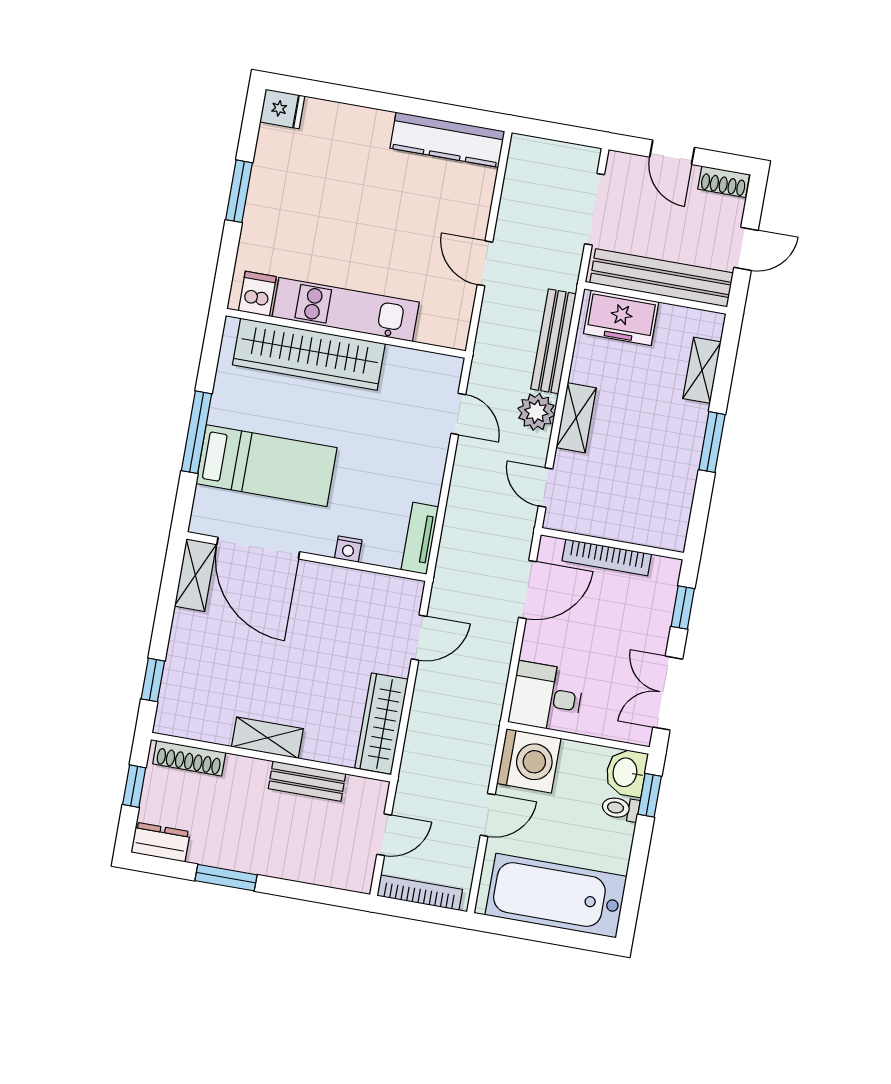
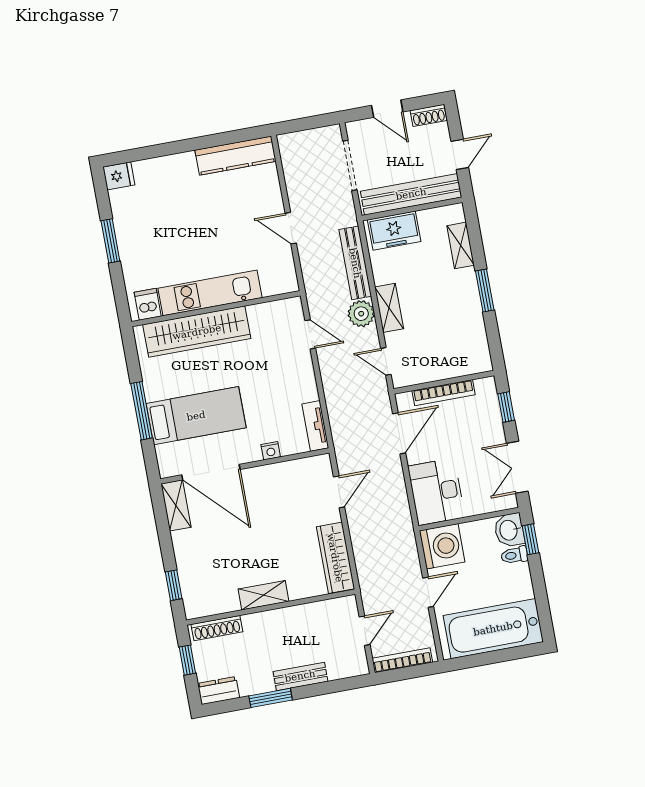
desk: (546, 697) -> (436, 492), width x1.37
bench: (307, 781) -> (300, 676), moved

